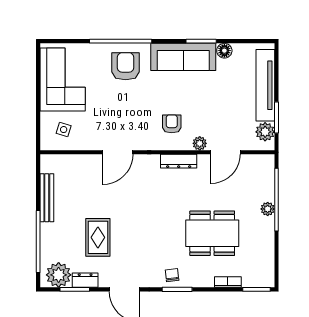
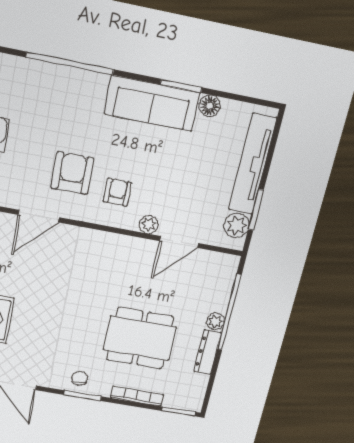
armchair: (126, 66) -> (72, 173), moved
dresser: (179, 161) -> (207, 352), moved, turned 90
bookcase: (228, 282) -> (137, 396), width x1.56

